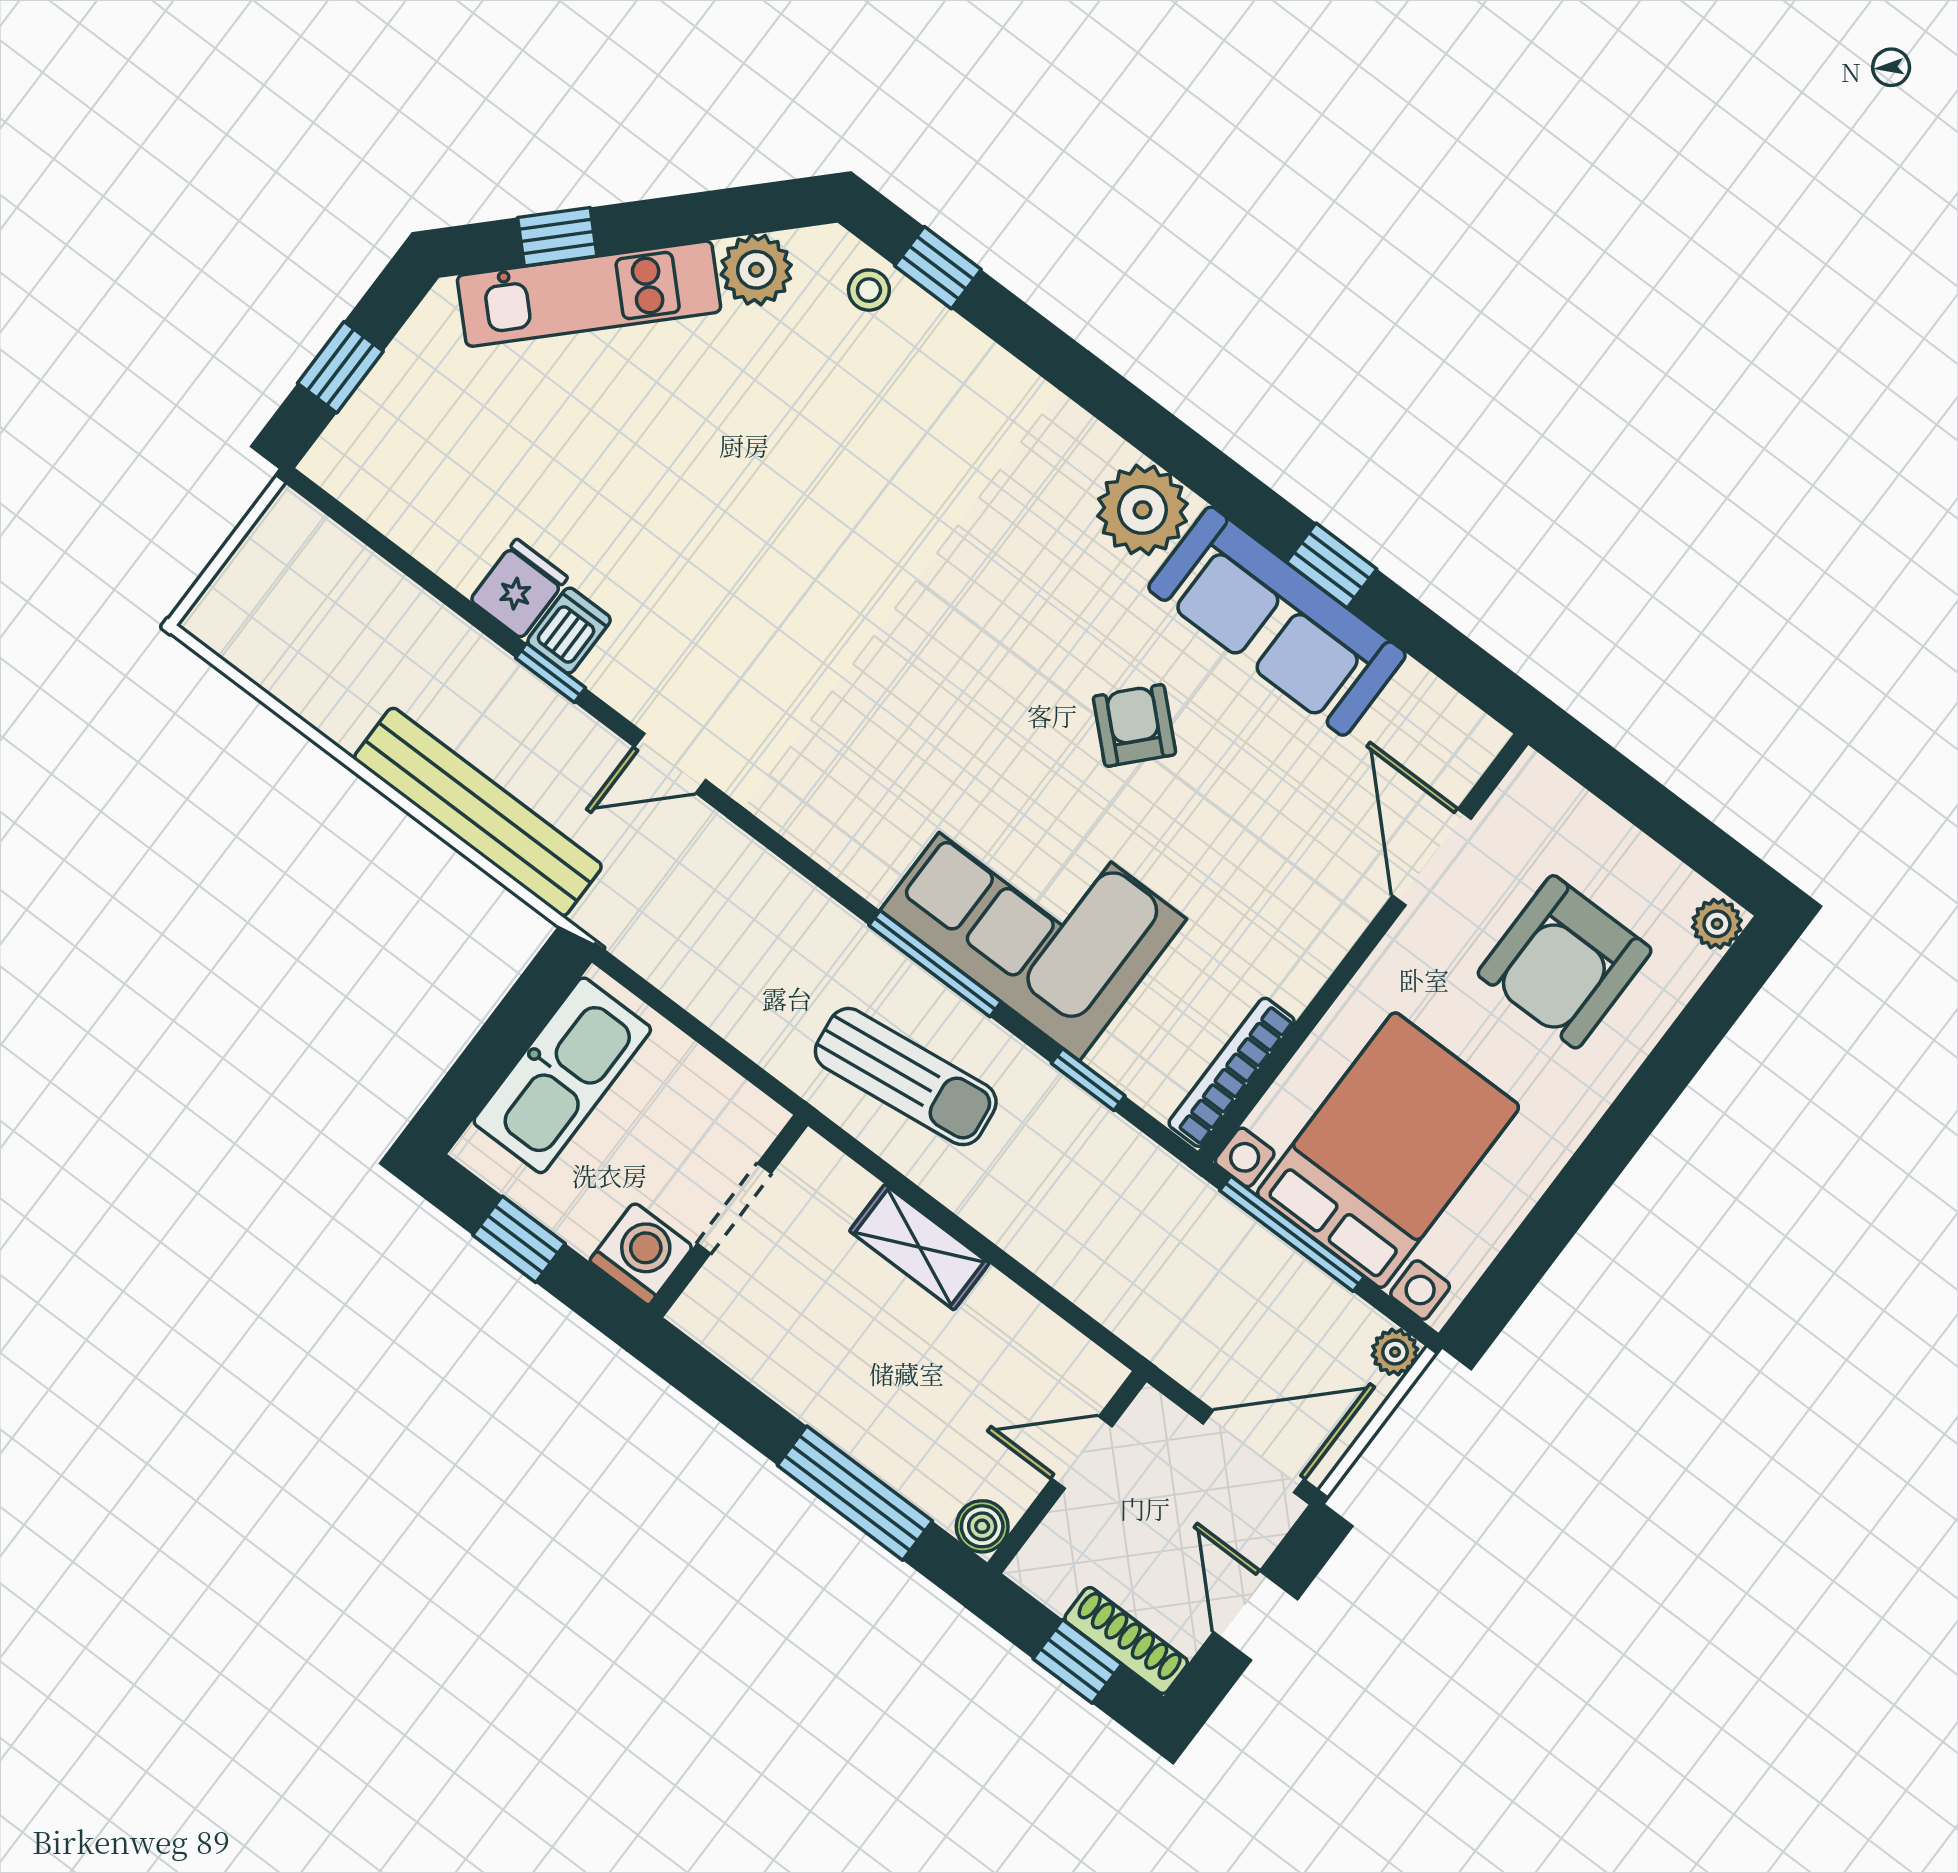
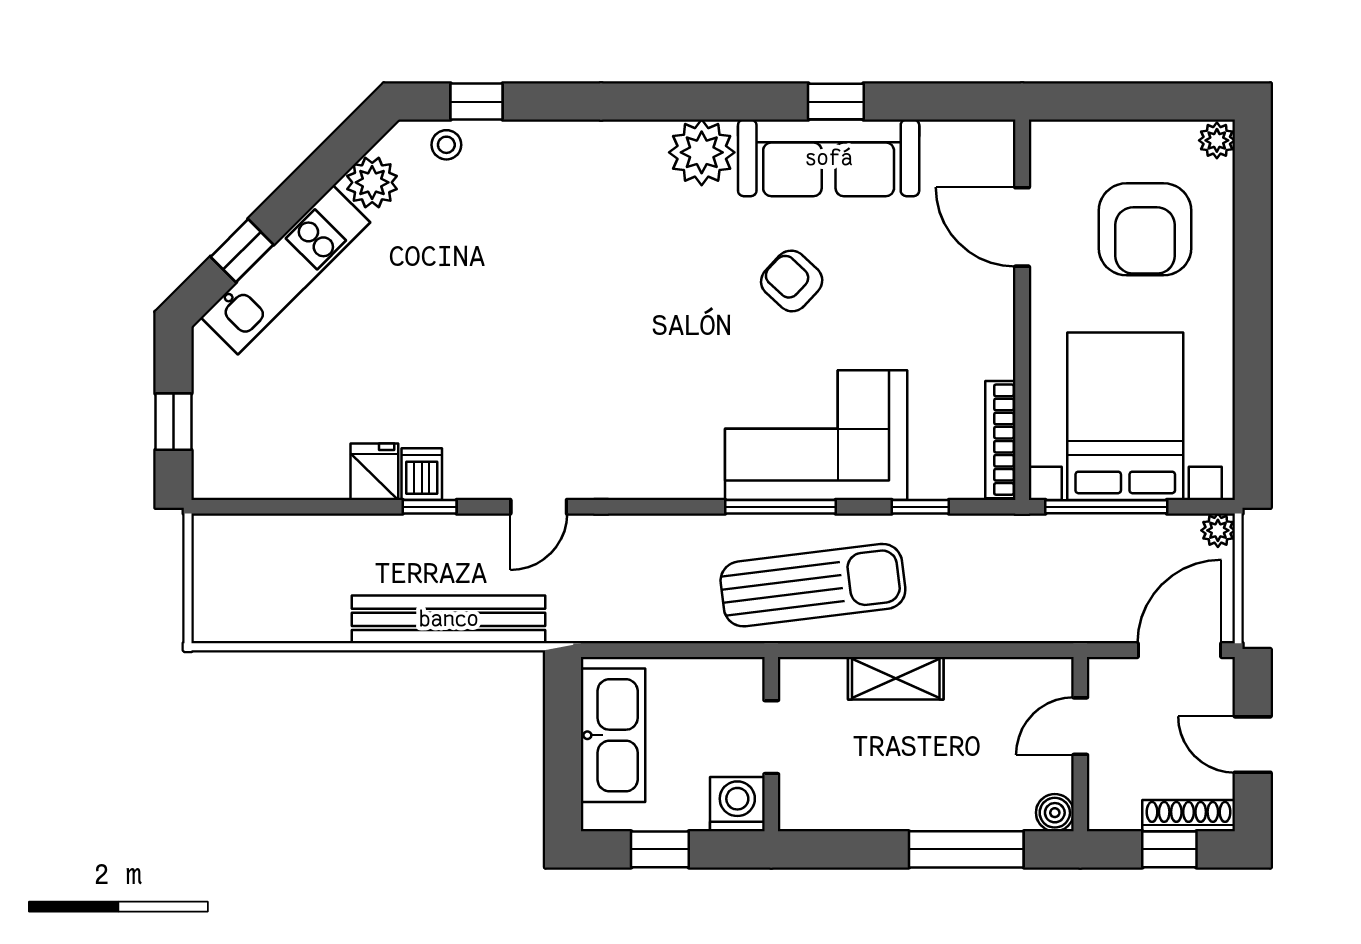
sun lounger: (906, 1077) -> (813, 585), width x1.36, depth x1.34

